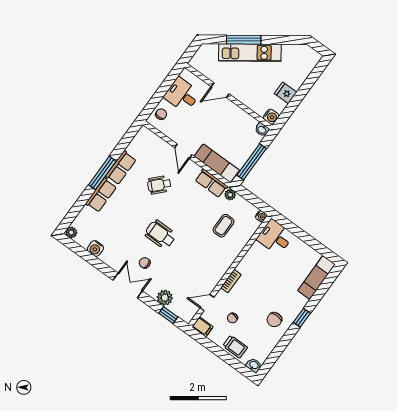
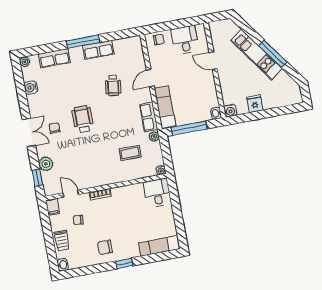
window: (244, 40) -> (273, 54), moved
wheelchair: (159, 185) -> (113, 85), turned -126
row of seats: (101, 195) -> (54, 58), moved

